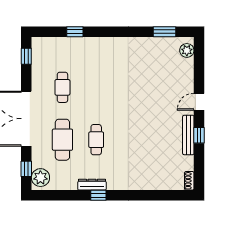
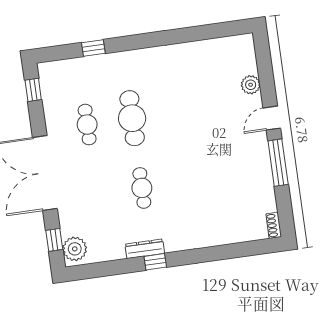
window: (164, 32) -> (213, 31), removed
plant: (187, 50) -> (251, 85), moved
bench: (188, 135) -> (264, 164), removed
window: (199, 135) -> (278, 163), width x2.17
cafe table: (62, 140) -> (132, 118), moved

